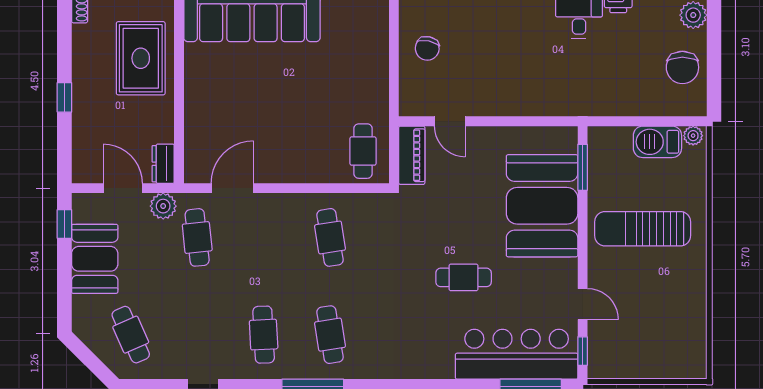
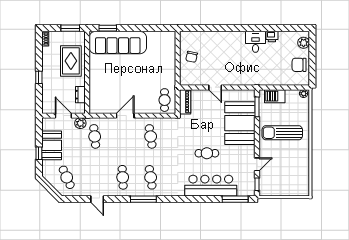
chair: (682, 67) -> (299, 65), turned 90
door: (450, 121) -> (215, 87), moved
barbecue: (657, 142) -> (275, 96), moved
dresser: (163, 164) -> (80, 95), moved
door: (232, 188) -> (125, 116), moved
window: (64, 224) -> (39, 153), moved
door: (583, 304) -> (257, 164), hinge flipped
bar counter: (517, 354) -> (211, 186), moved

